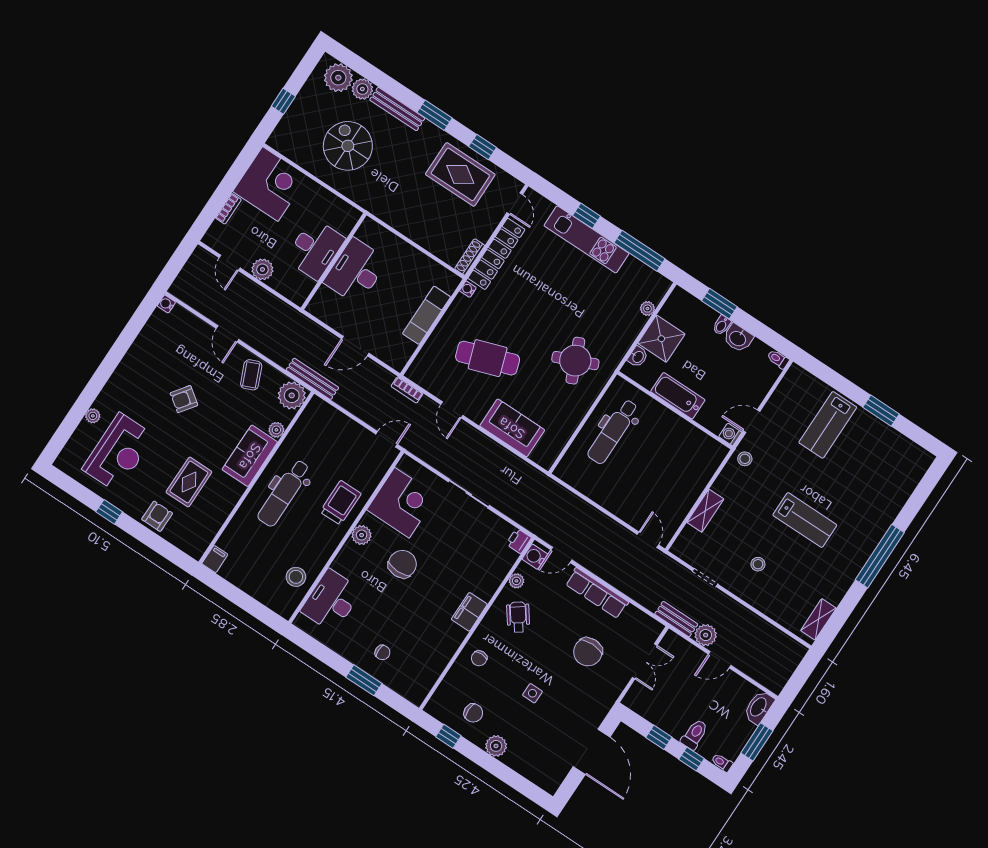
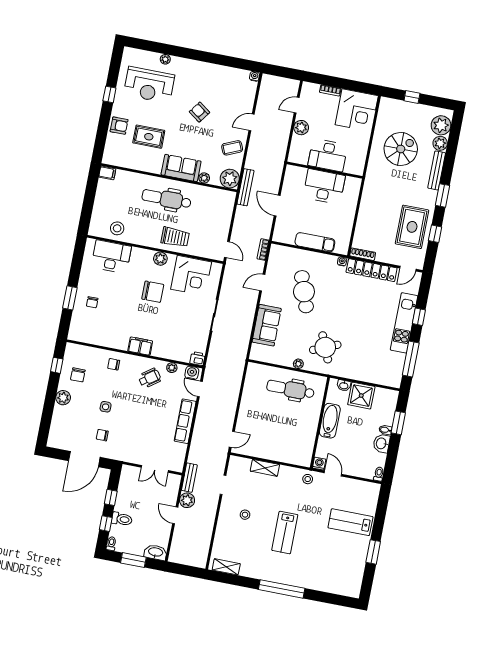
plant: (647, 309) -> (298, 364), moved
chair: (588, 652) -> (102, 435), moved, width x0.54, depth x0.54

